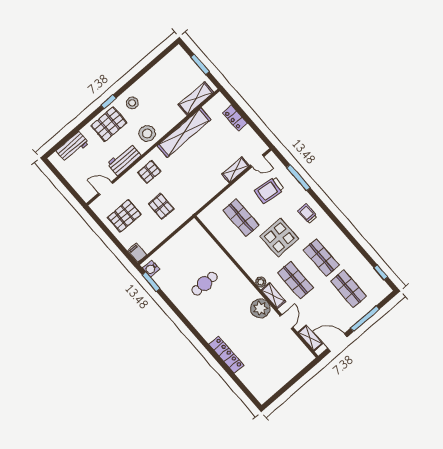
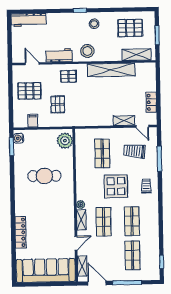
locker: (235, 118) -> (151, 102), moved
pallet: (109, 124) -> (130, 28), moved
workbench: (73, 147) -> (29, 20), width x1.38
filing cabinet: (137, 253) -> (33, 121), moved
cafe table: (205, 284) -> (44, 176), width x1.37, depth x1.35
plant: (260, 308) -> (65, 141), moved
sofa: (279, 371) -> (46, 270), added

